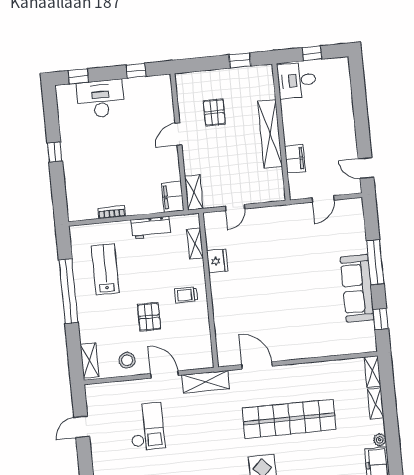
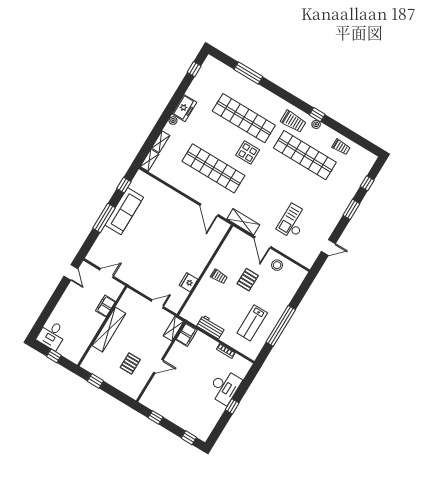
desk: (297, 80) -> (52, 335), moved, turned 90
desk: (101, 99) -> (225, 387), moved, turned -90
shelving: (195, 244) -> (193, 301), removed
shelving: (90, 360) -> (297, 280), removed

